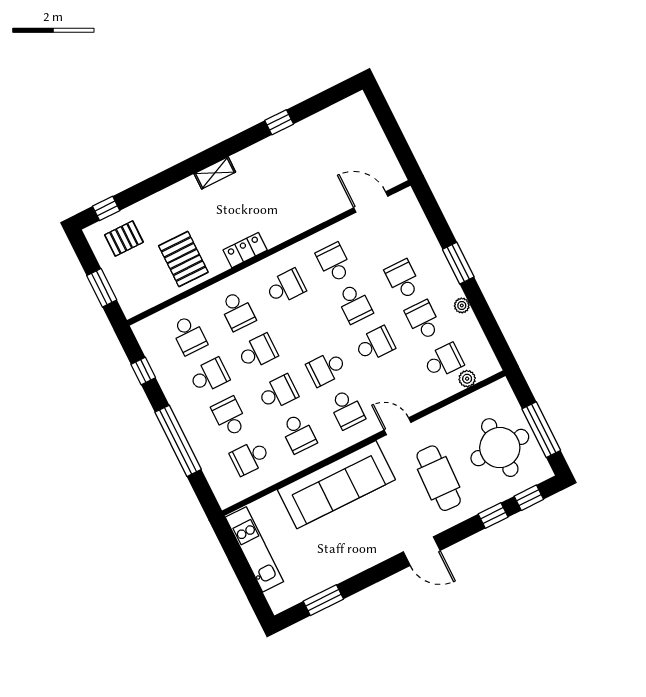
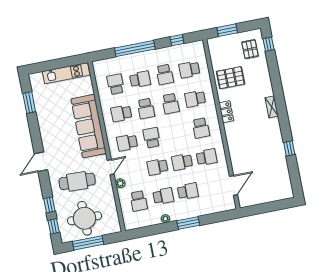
school desk: (375, 344) -> (157, 167), turned 90
plant: (467, 379) -> (120, 183), moved

